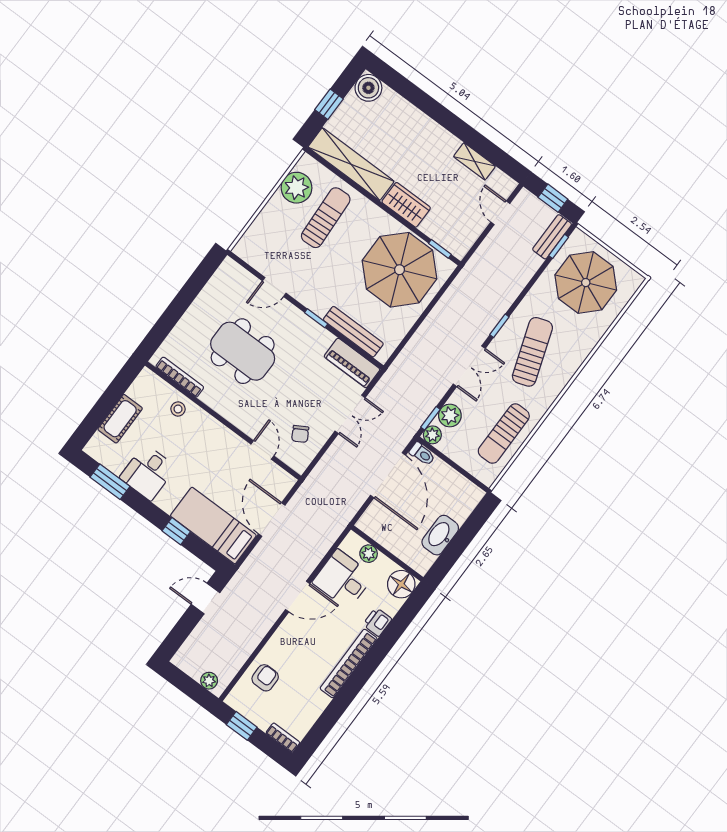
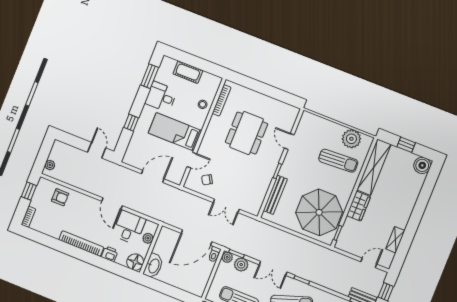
piano: (352, 363) -> (257, 199), removed
bed: (213, 526) -> (175, 132), moved, turned -90
washbasin: (440, 535) -> (154, 266), moved, turned 90

